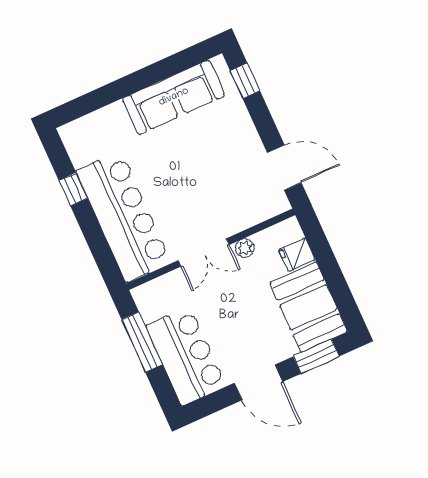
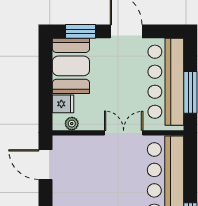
plant: (245, 248) -> (72, 124), moved
bar counter: (186, 356) -> (166, 82), width x1.36

